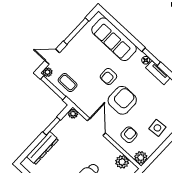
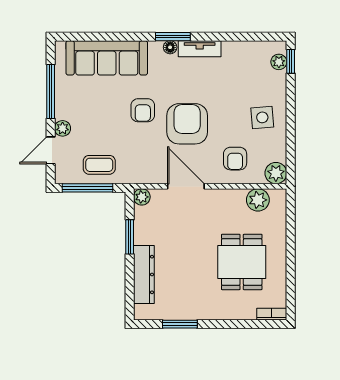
plant: (47, 72) -> (63, 128), moved
armchair: (129, 135) -> (235, 159), turned 180

